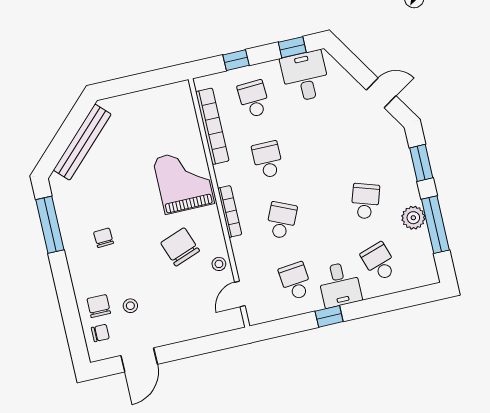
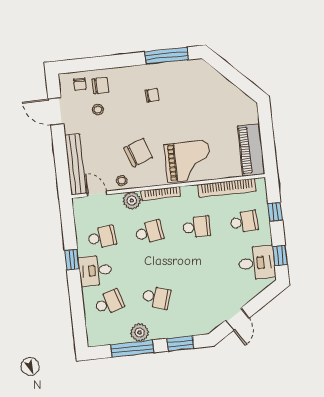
piano: (159, 101) -> (251, 150), added
bench: (82, 142) -> (75, 164), moved, turned 45
school desk: (282, 220) -> (149, 232), turned -33
plant: (243, 248) -> (132, 201), added

